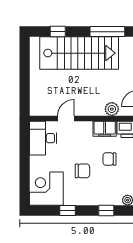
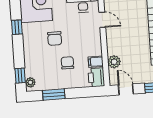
filing cabinet: (105, 129) -> (96, 62), width x0.50
window: (106, 211) -> (20, 76), moved

